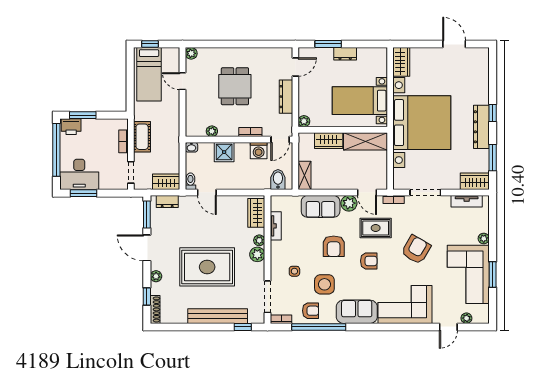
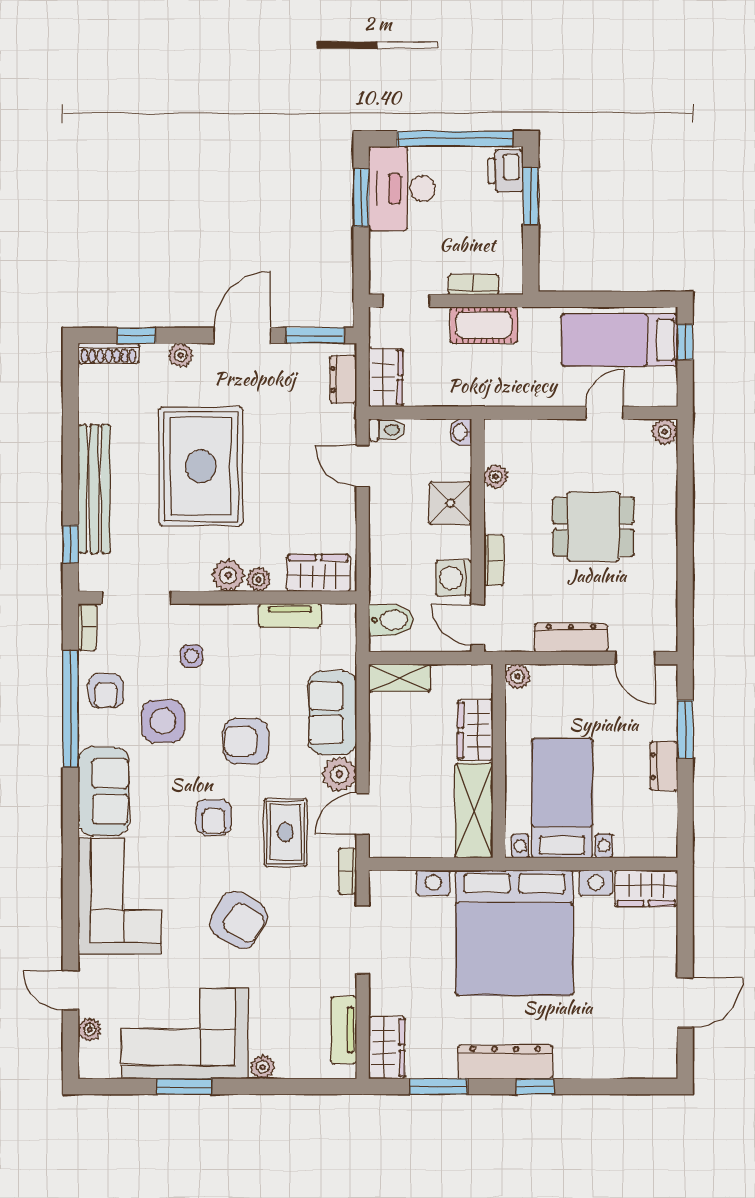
door: (207, 192) -> (363, 466), hinge flipped

